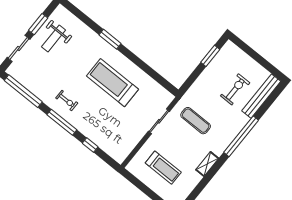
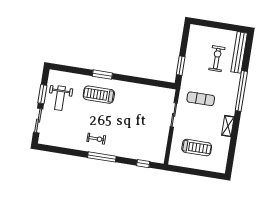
window: (210, 56) -> (181, 66), moved
treadmill: (113, 83) -> (99, 95), moved, width x0.73, depth x0.73
window: (23, 91) -> (60, 150), removed
window: (90, 145) -> (143, 164), moved

